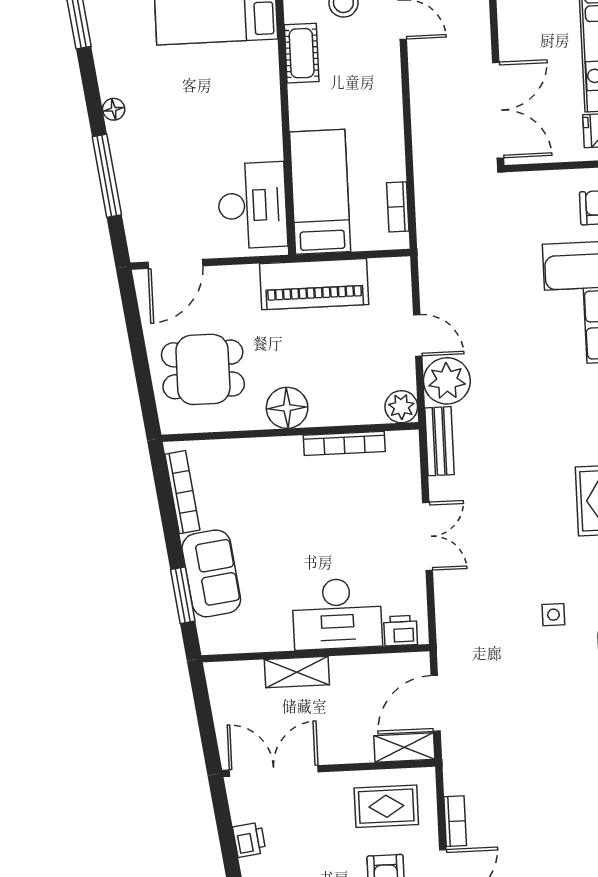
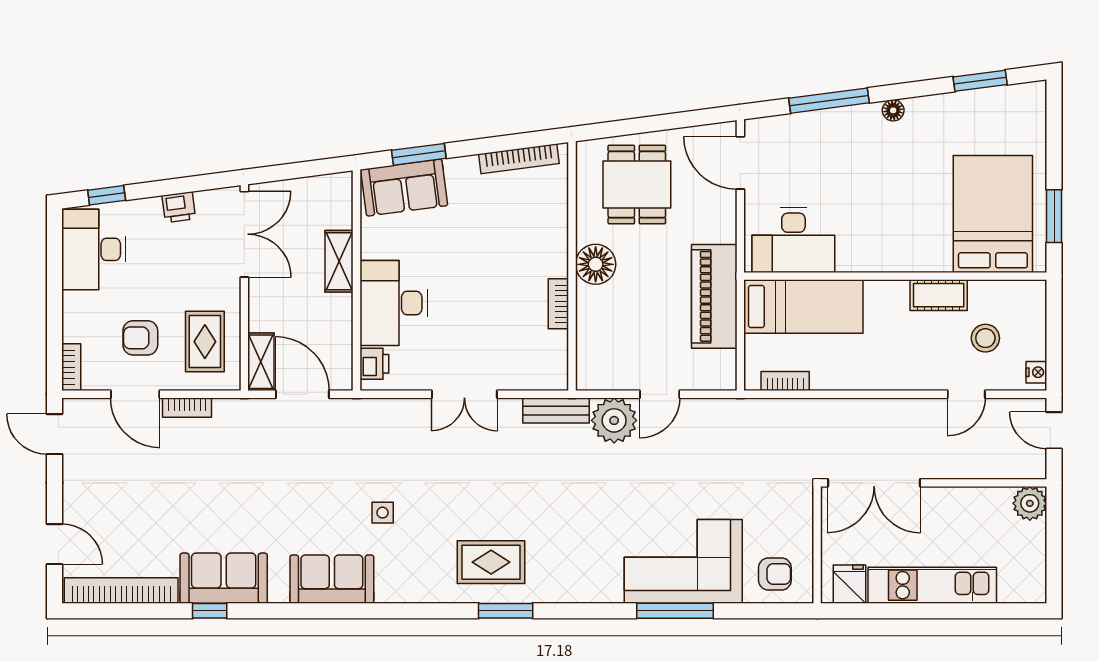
plant: (401, 407) -> (591, 375), removed
bookcase: (344, 443) -> (558, 304), width x0.64
sofa: (211, 573) -> (404, 188), moved

